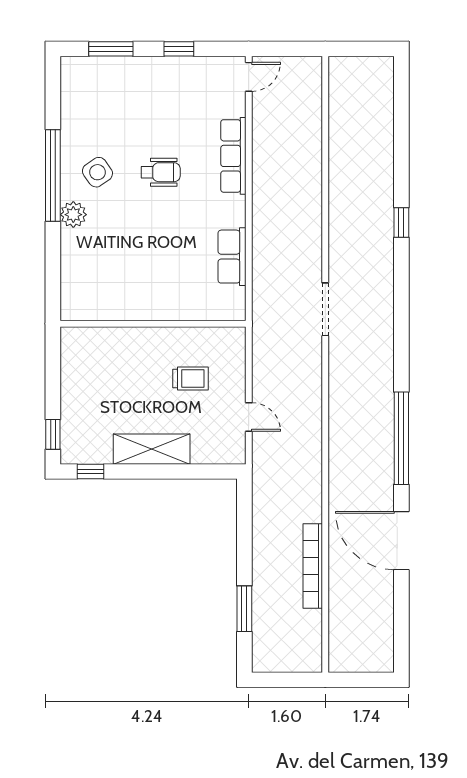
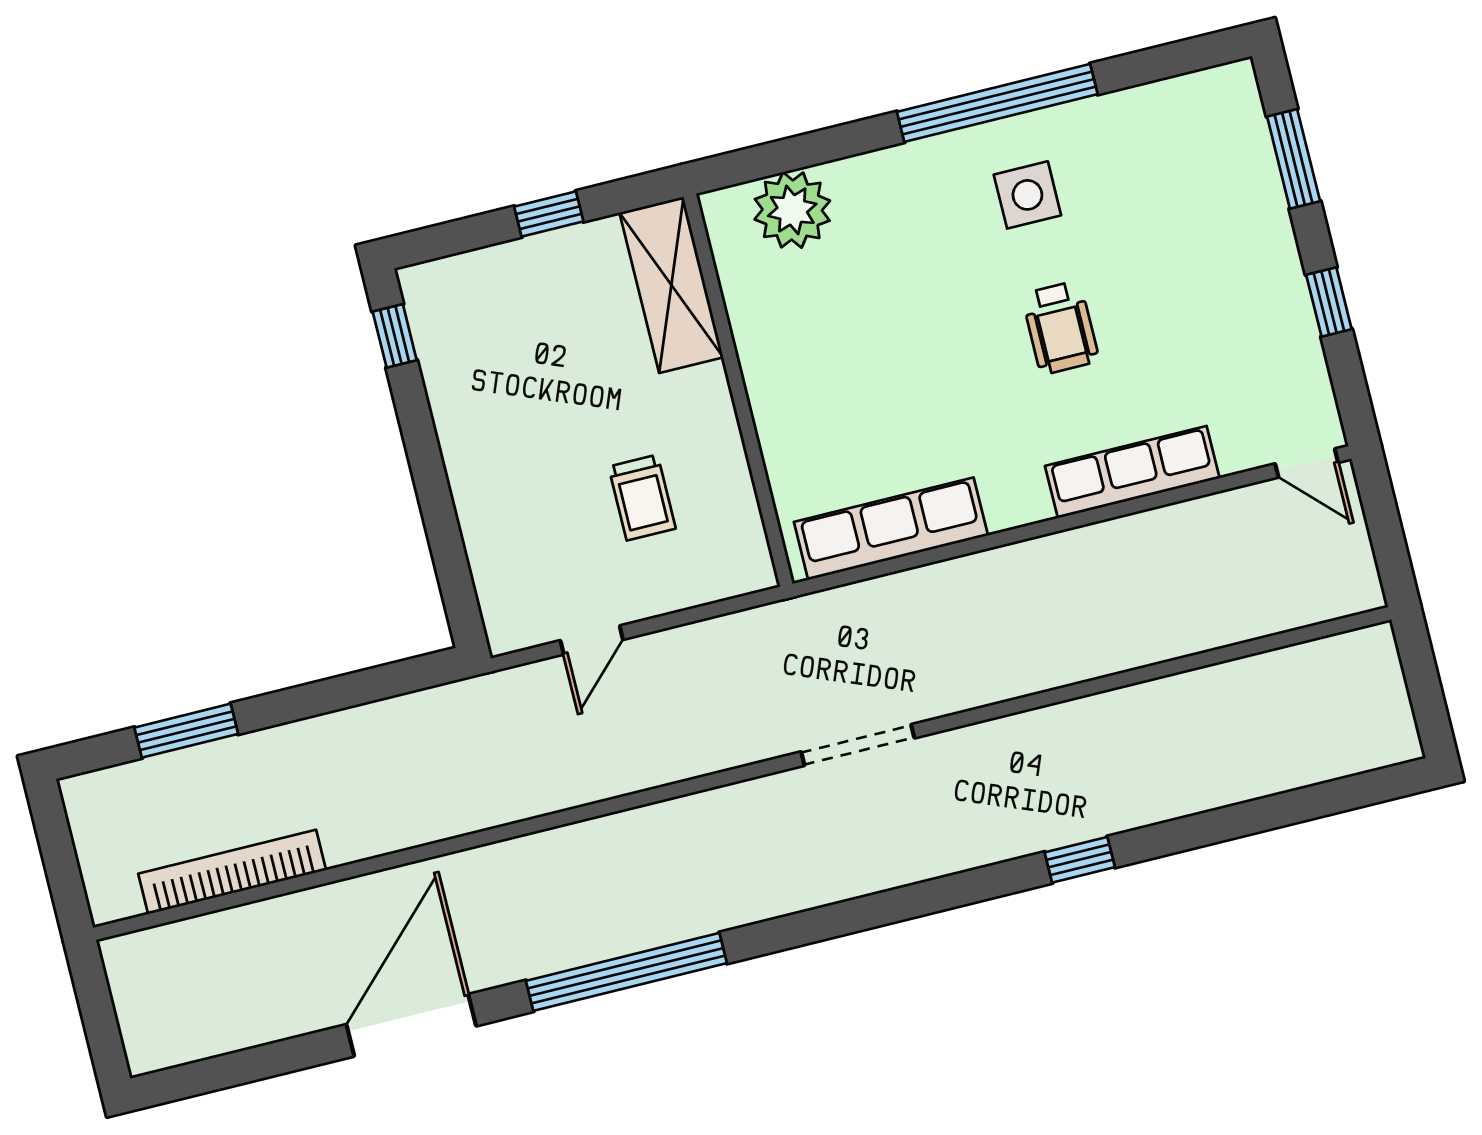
side table: (97, 172) -> (1027, 195), turned 35
plant: (73, 215) -> (792, 210), moved, width x1.36, depth x1.36
row of seats: (232, 257) -> (891, 529), width x1.48
window: (53, 434) -> (549, 214), moved
shelving: (152, 449) -> (671, 285), moved
bookcase: (313, 566) -> (232, 872), moved

